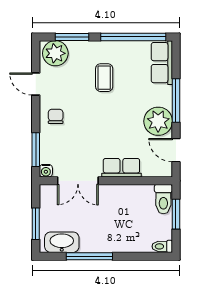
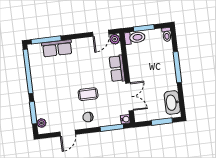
plant: (55, 53) -> (41, 123), width x0.53, depth x0.53
row of seats: (162, 63) -> (57, 48), moved
coffee table: (104, 78) -> (88, 94), moved
window: (176, 101) -> (46, 40), moved
plant: (158, 121) -> (115, 39), moved, width x0.53, depth x0.53
window: (89, 256) -> (177, 67), moved

